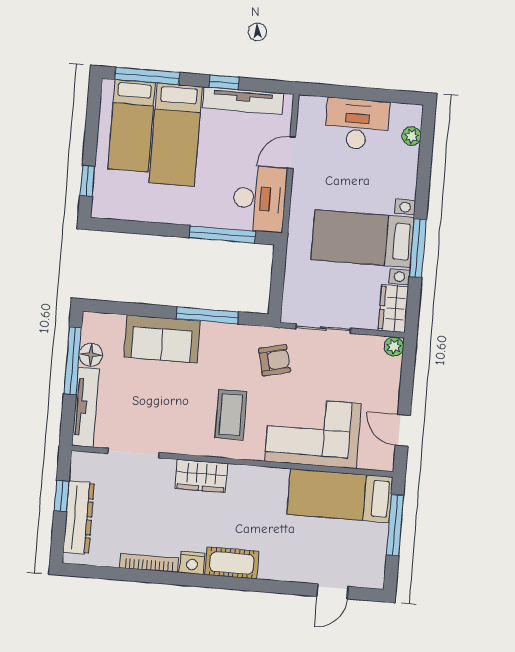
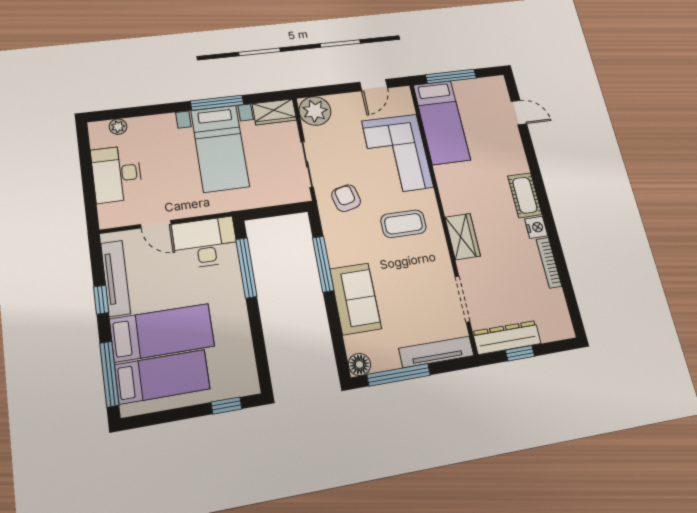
plant: (394, 346) -> (315, 111), width x1.88, depth x1.88
floor lamp: (91, 355) -> (359, 364), moved
dresser: (79, 518) -> (507, 338), moved

